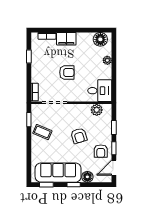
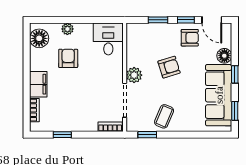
armchair: (67, 72) -> (68, 58), moved
plant: (97, 110) -> (134, 75), moved

